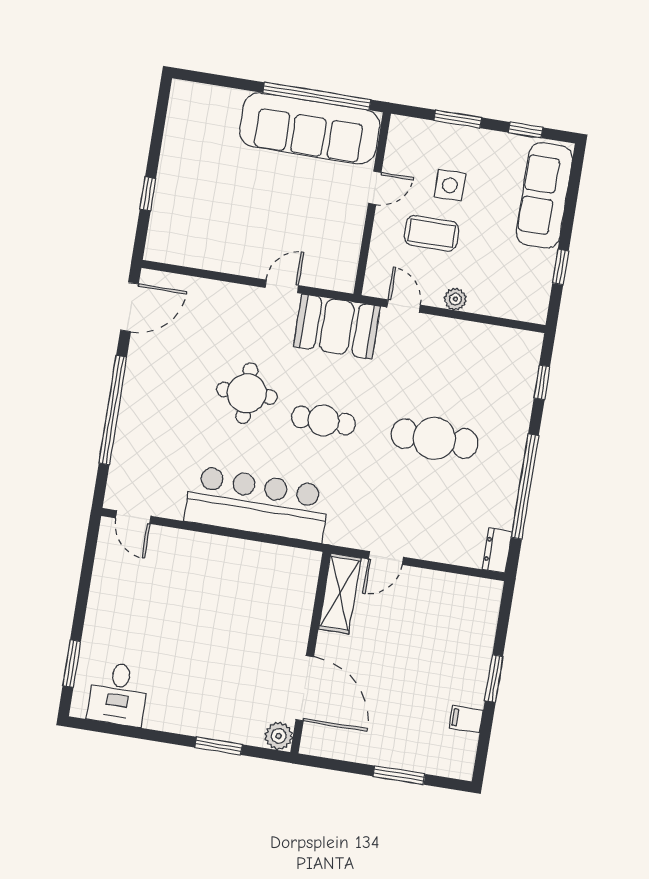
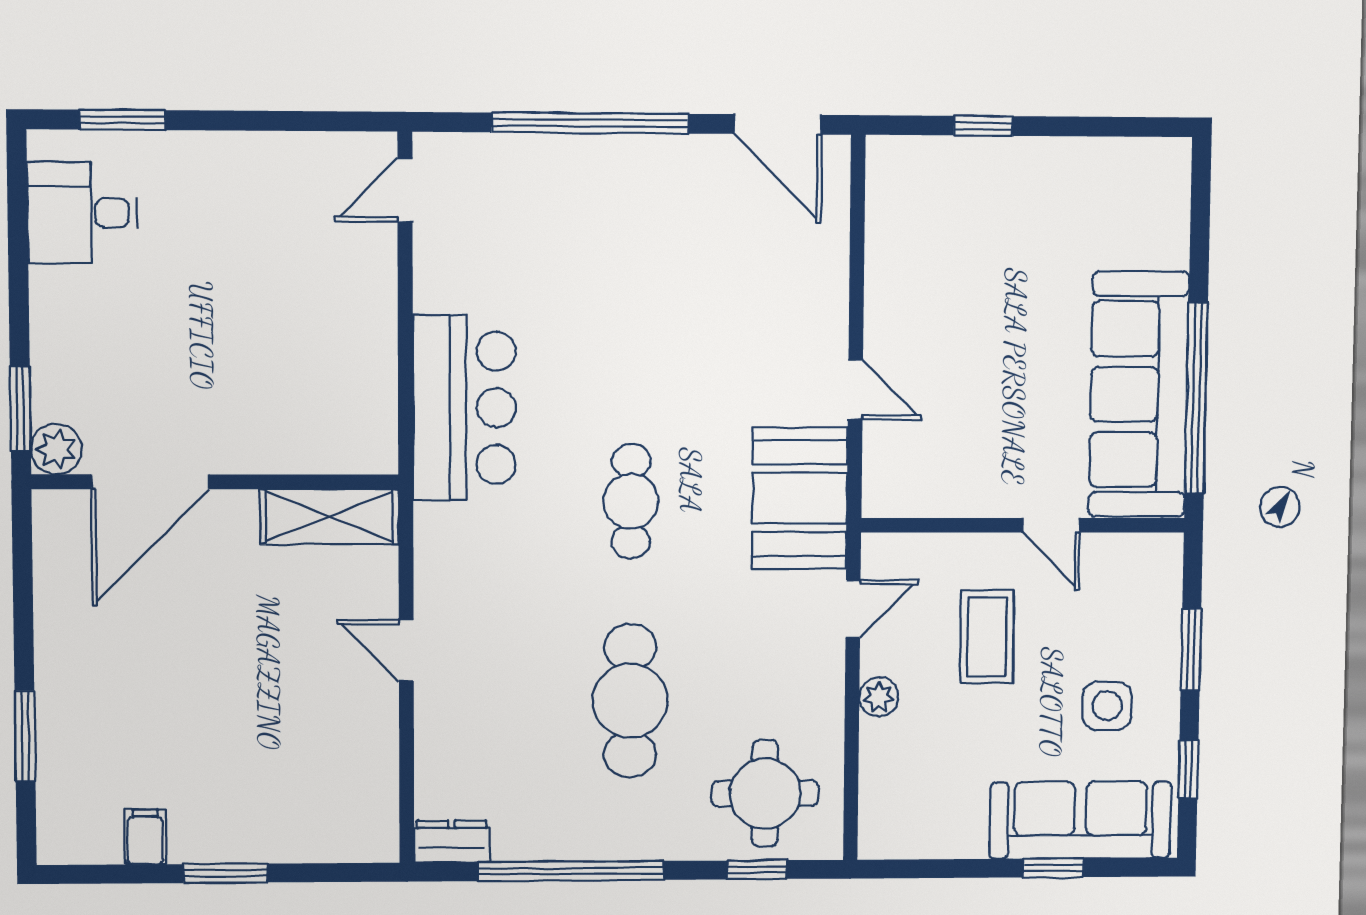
side table: (450, 185) -> (1107, 706), moved
window: (561, 267) -> (1053, 868), moved
round table: (247, 393) -> (765, 793), moved
bar counter: (257, 504) -> (464, 408), width x0.73
shelving: (340, 594) -> (329, 517), moved
wall: (310, 653) -> (215, 482), moved
door: (305, 688) -> (150, 482), moved
plant: (279, 736) -> (56, 449), moved

